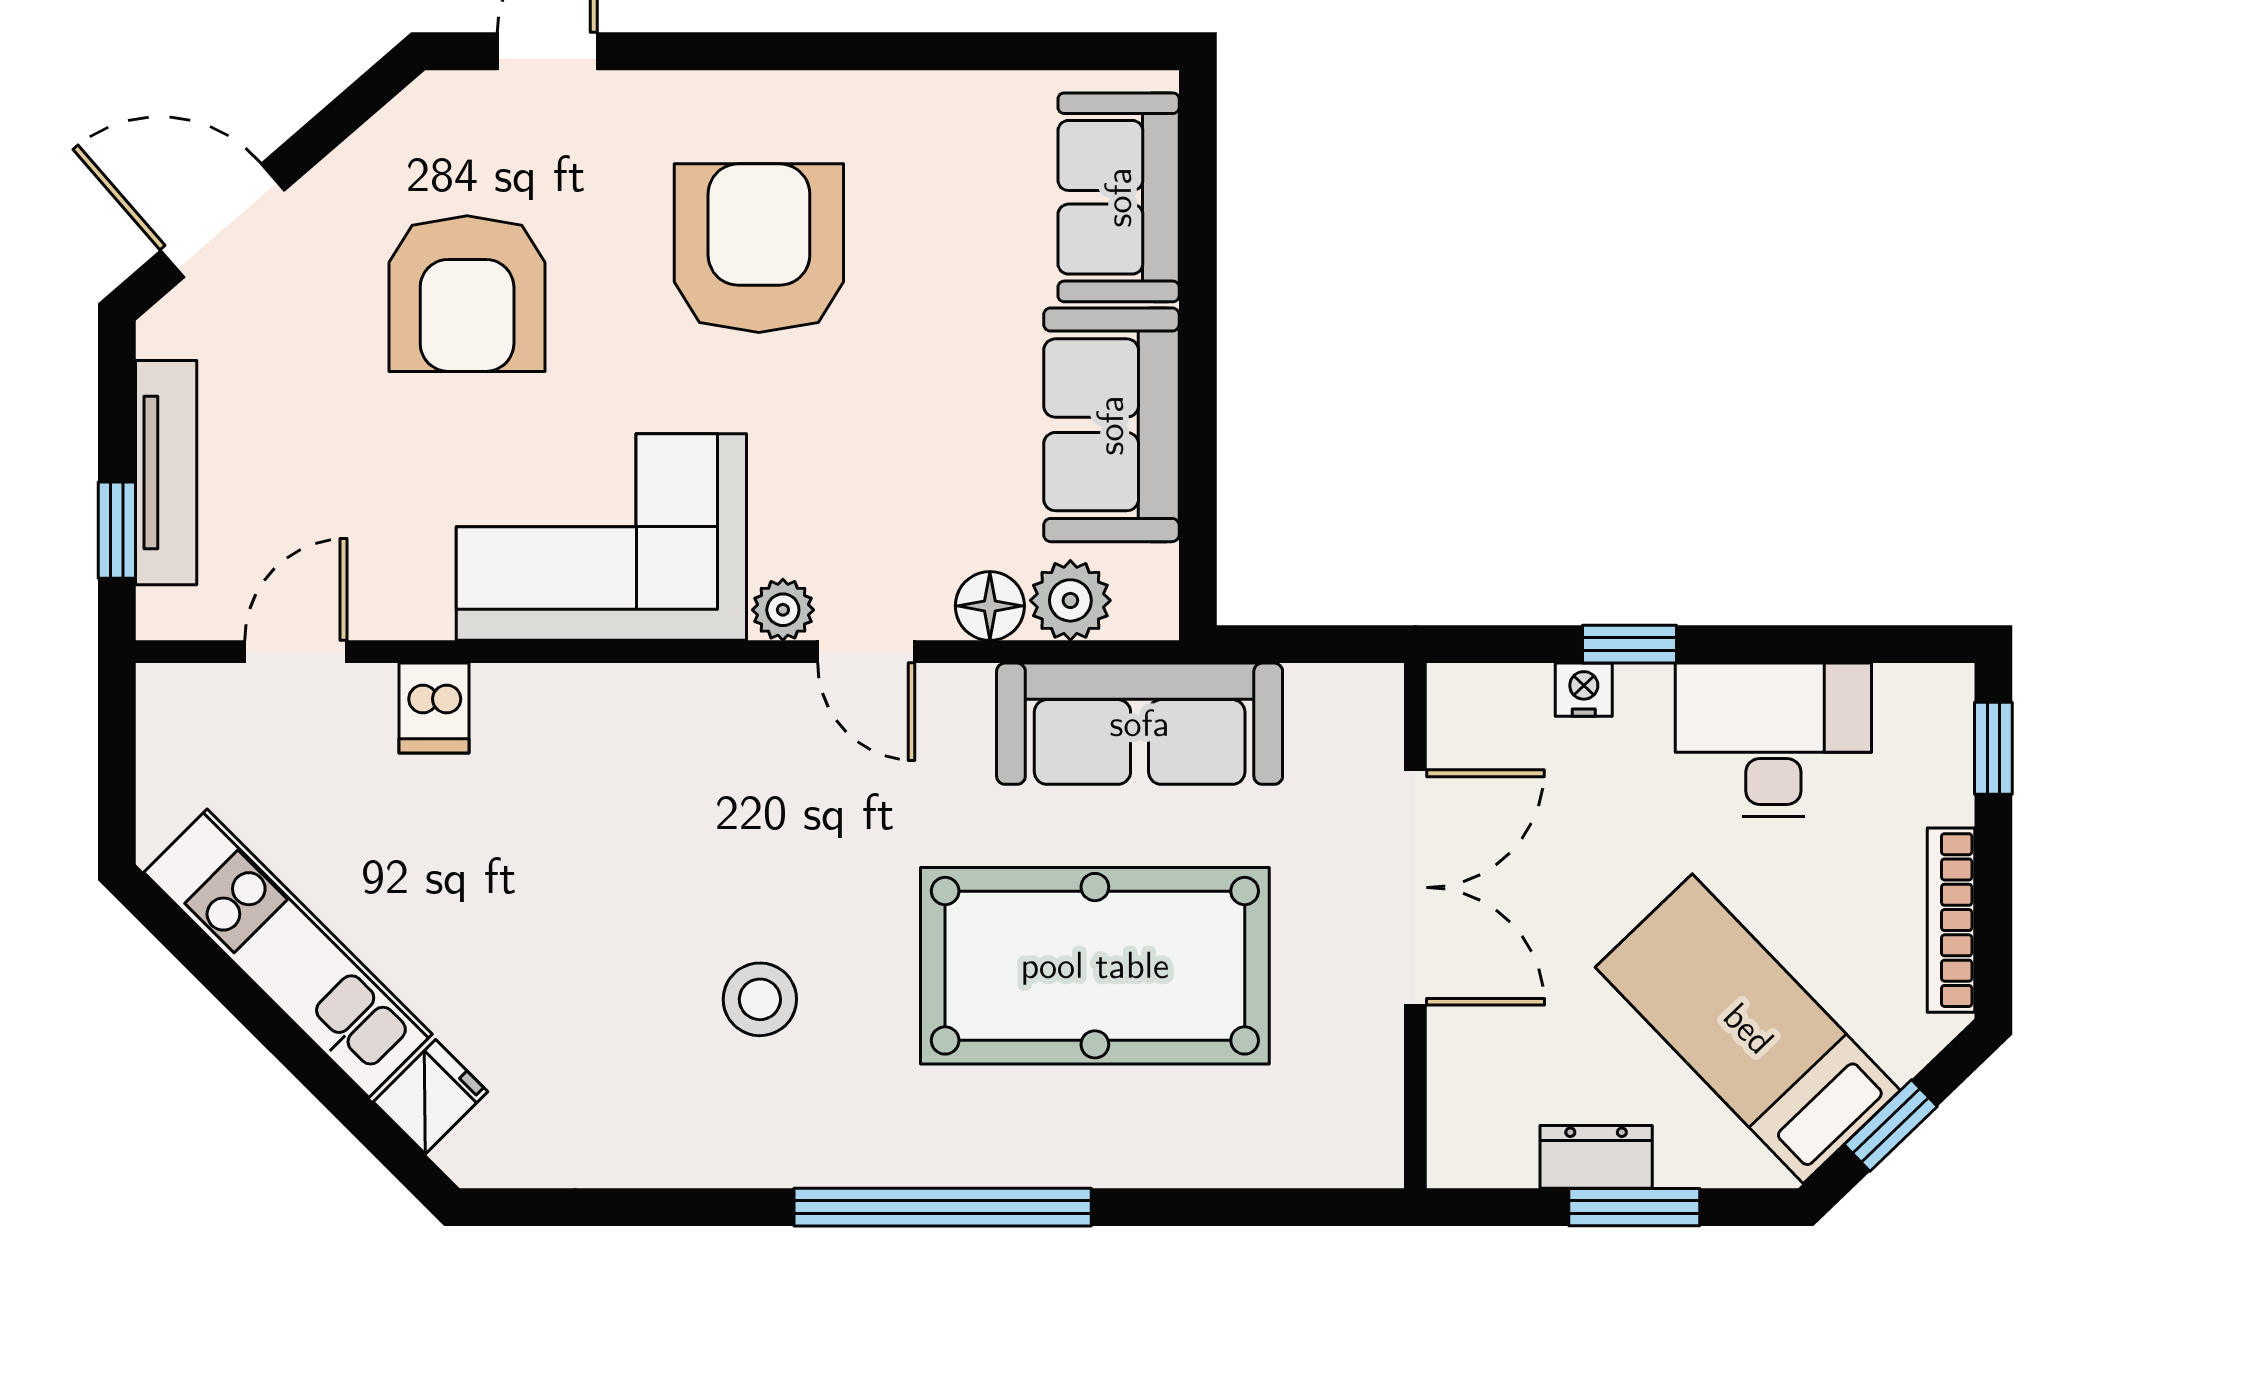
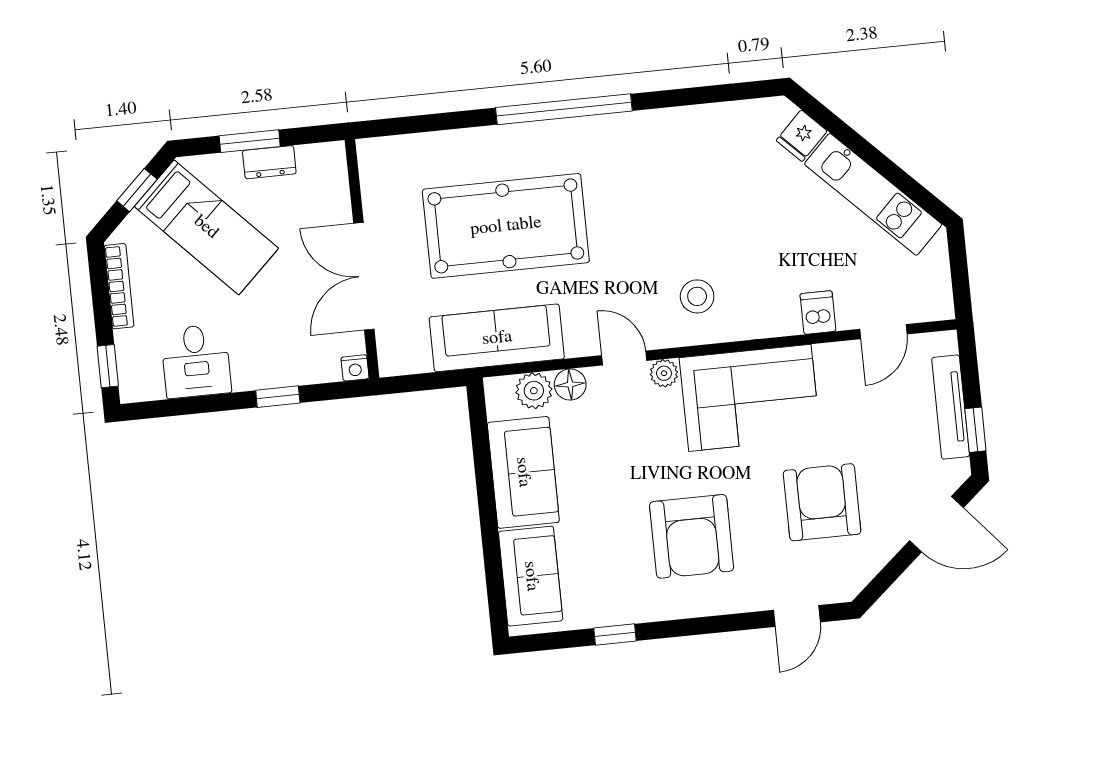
window: (947, 51) -> (615, 635), added
window: (117, 530) -> (975, 430), moved
nightstand: (1584, 690) -> (355, 368), moved
desk: (1773, 740) -> (196, 361), width x0.73
stool: (760, 999) -> (697, 296), moved

